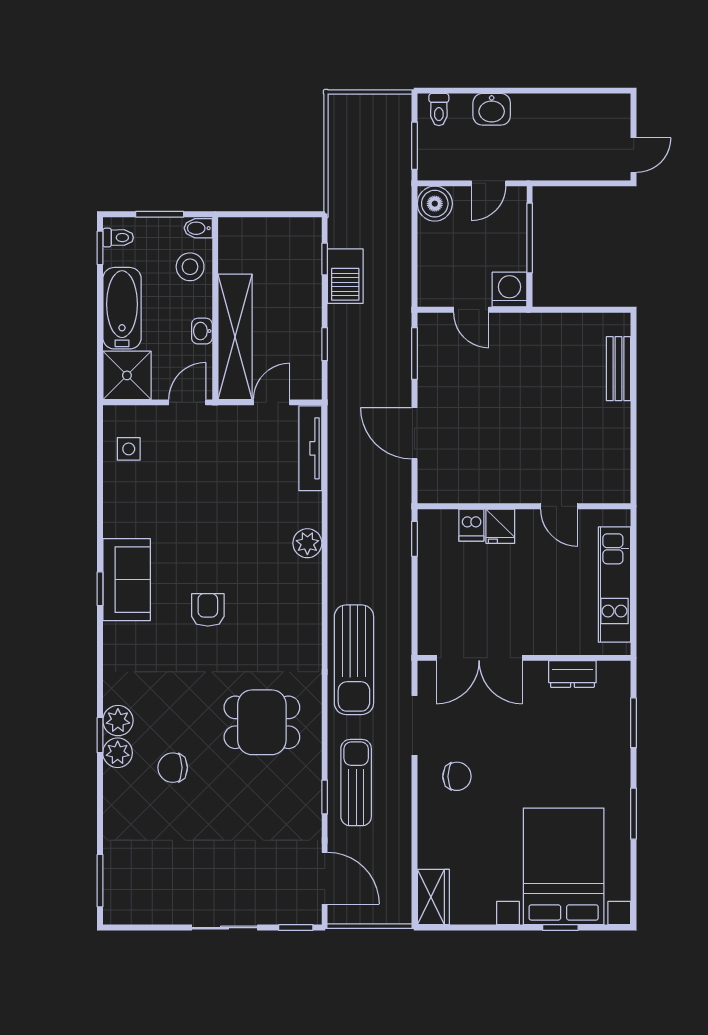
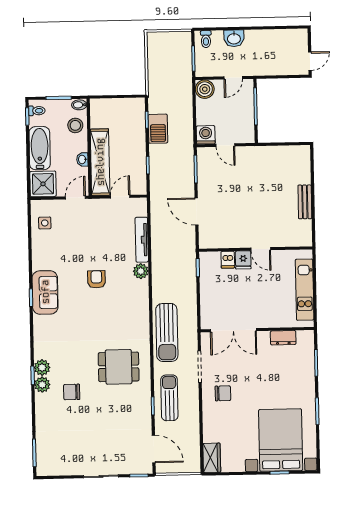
washing machine: (510, 290) -> (206, 135), moved
bench: (619, 369) -> (305, 202), moved
tv unit: (310, 448) -> (142, 240), moved
door: (559, 506) -> (261, 249), moved
armchair: (208, 610) -> (96, 279), moved

